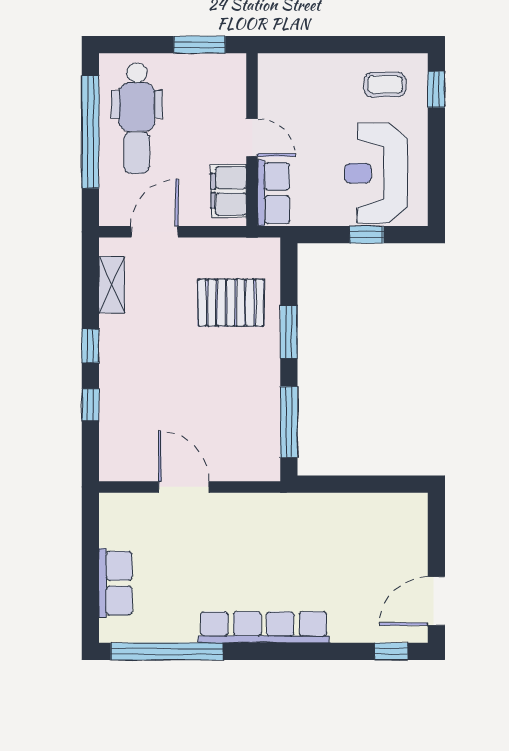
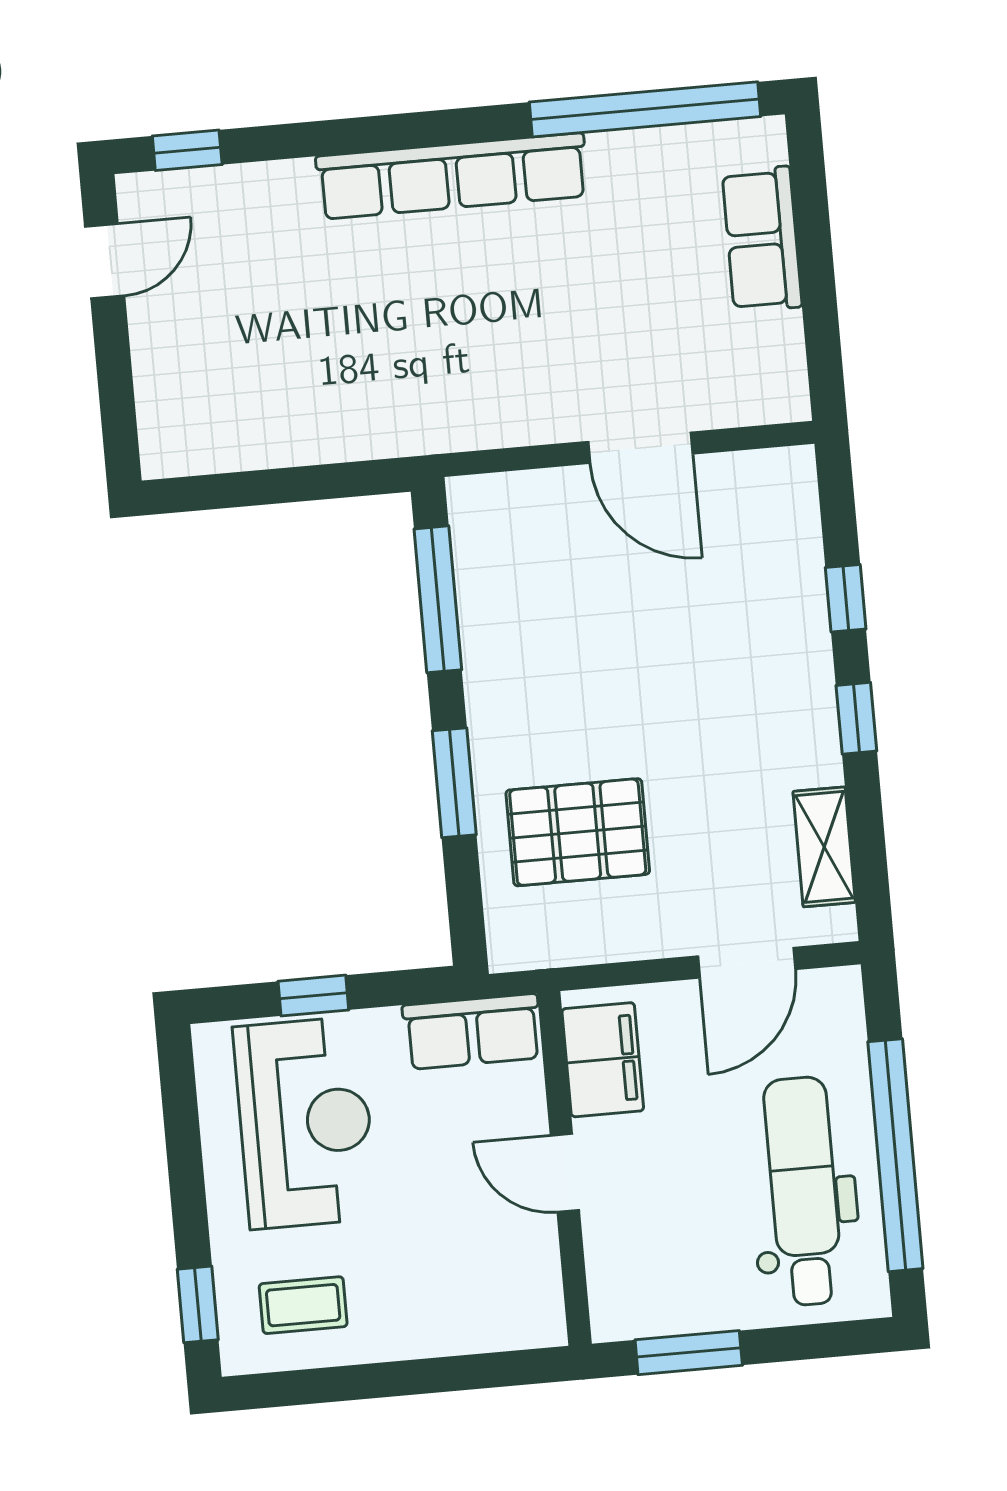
row of seats: (274, 193) -> (472, 1032), moved, turned -90
door: (436, 601) -> (105, 261), width x0.73

